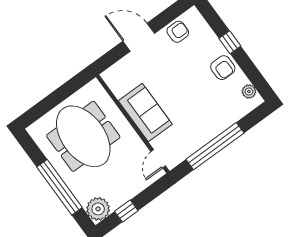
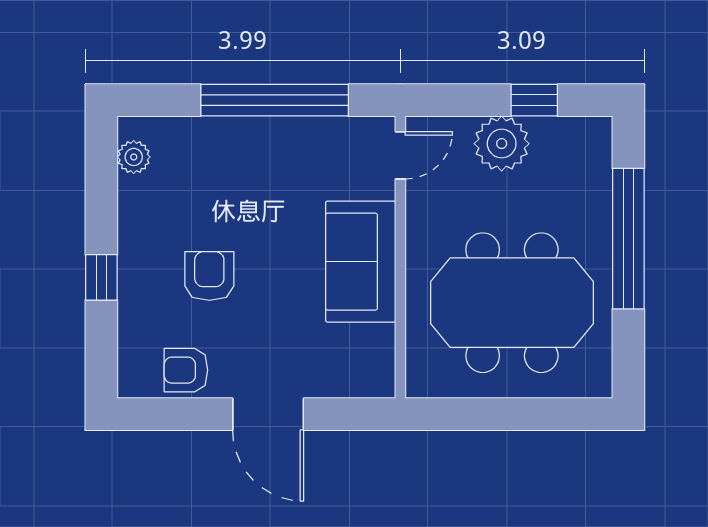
armchair: (223, 68) -> (209, 276), moved
meeting table: (83, 136) -> (512, 303), turned 90
plant: (98, 209) -> (502, 144), moved

